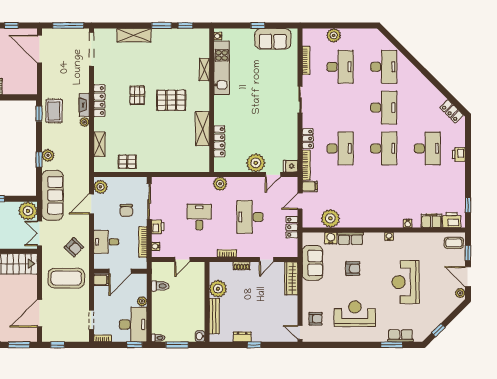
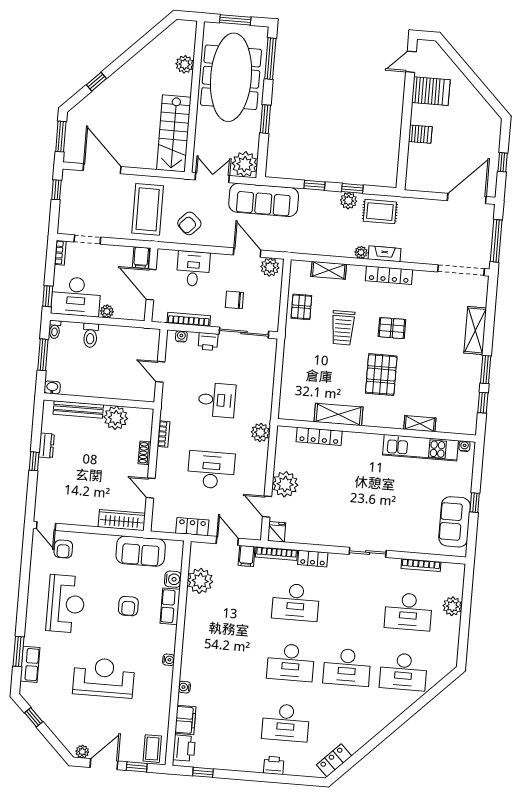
window: (39, 114) -> (352, 188), moved
trolley: (140, 131) -> (343, 328), added
plant: (48, 155) -> (348, 201), moved
toilet: (160, 286) -> (90, 335), moved
door: (300, 332) -> (46, 526), swing flipped

